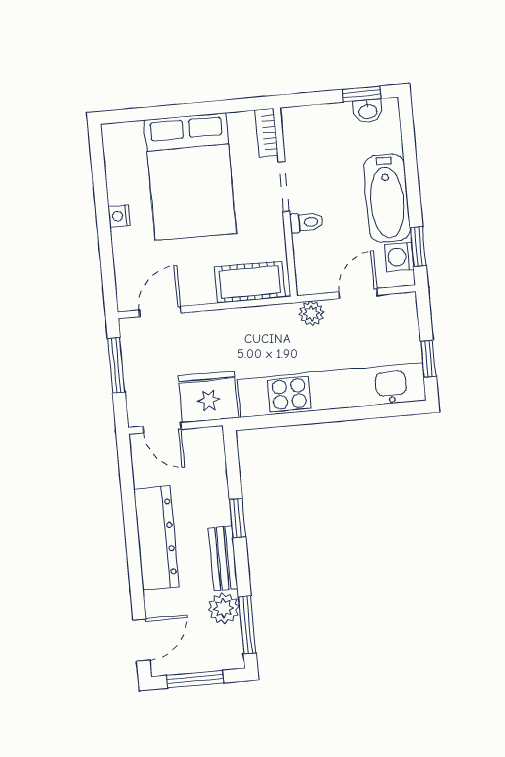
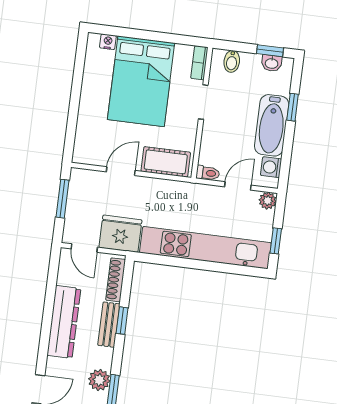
bidet: (311, 121) -> (232, 61), added
nightstand: (119, 216) -> (108, 42), moved, turned 90
toilet: (307, 222) -> (208, 173), moved
window: (418, 247) -> (293, 107), moved
door: (160, 312) -> (121, 171), moved
plant: (311, 313) -> (268, 201), moved
shoe rack: (216, 463) -> (116, 280), added
bench: (223, 558) -> (109, 325), moved

